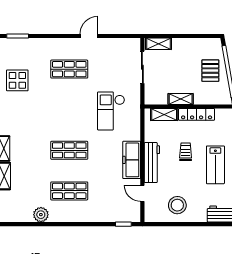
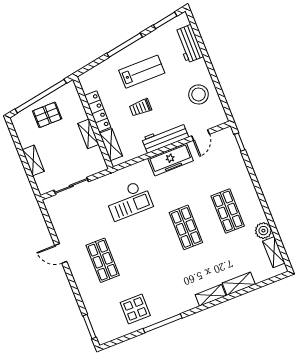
shelving: (159, 44) -> (33, 160), moved
shelving: (19, 216) -> (274, 252), added

